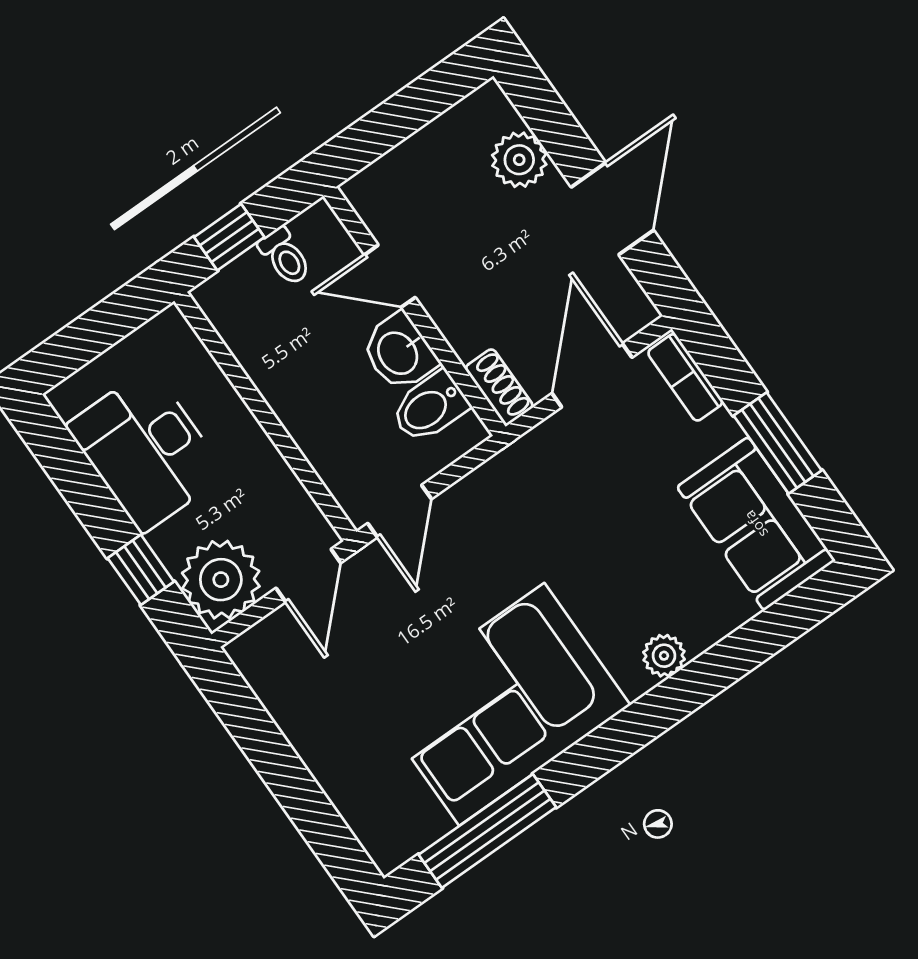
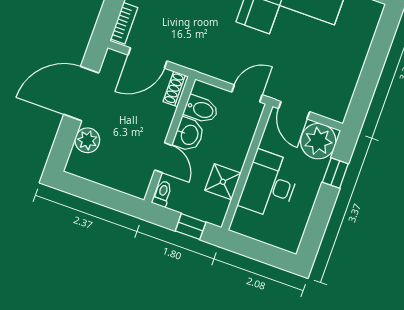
door: (612, 209) -> (81, 94), width x1.36
toilet: (285, 256) -> (162, 194), moved
shower: (269, 354) -> (223, 182), added
desk: (146, 450) -> (269, 185), moved, turned 180
door: (308, 575) -> (294, 110), swing flipped

